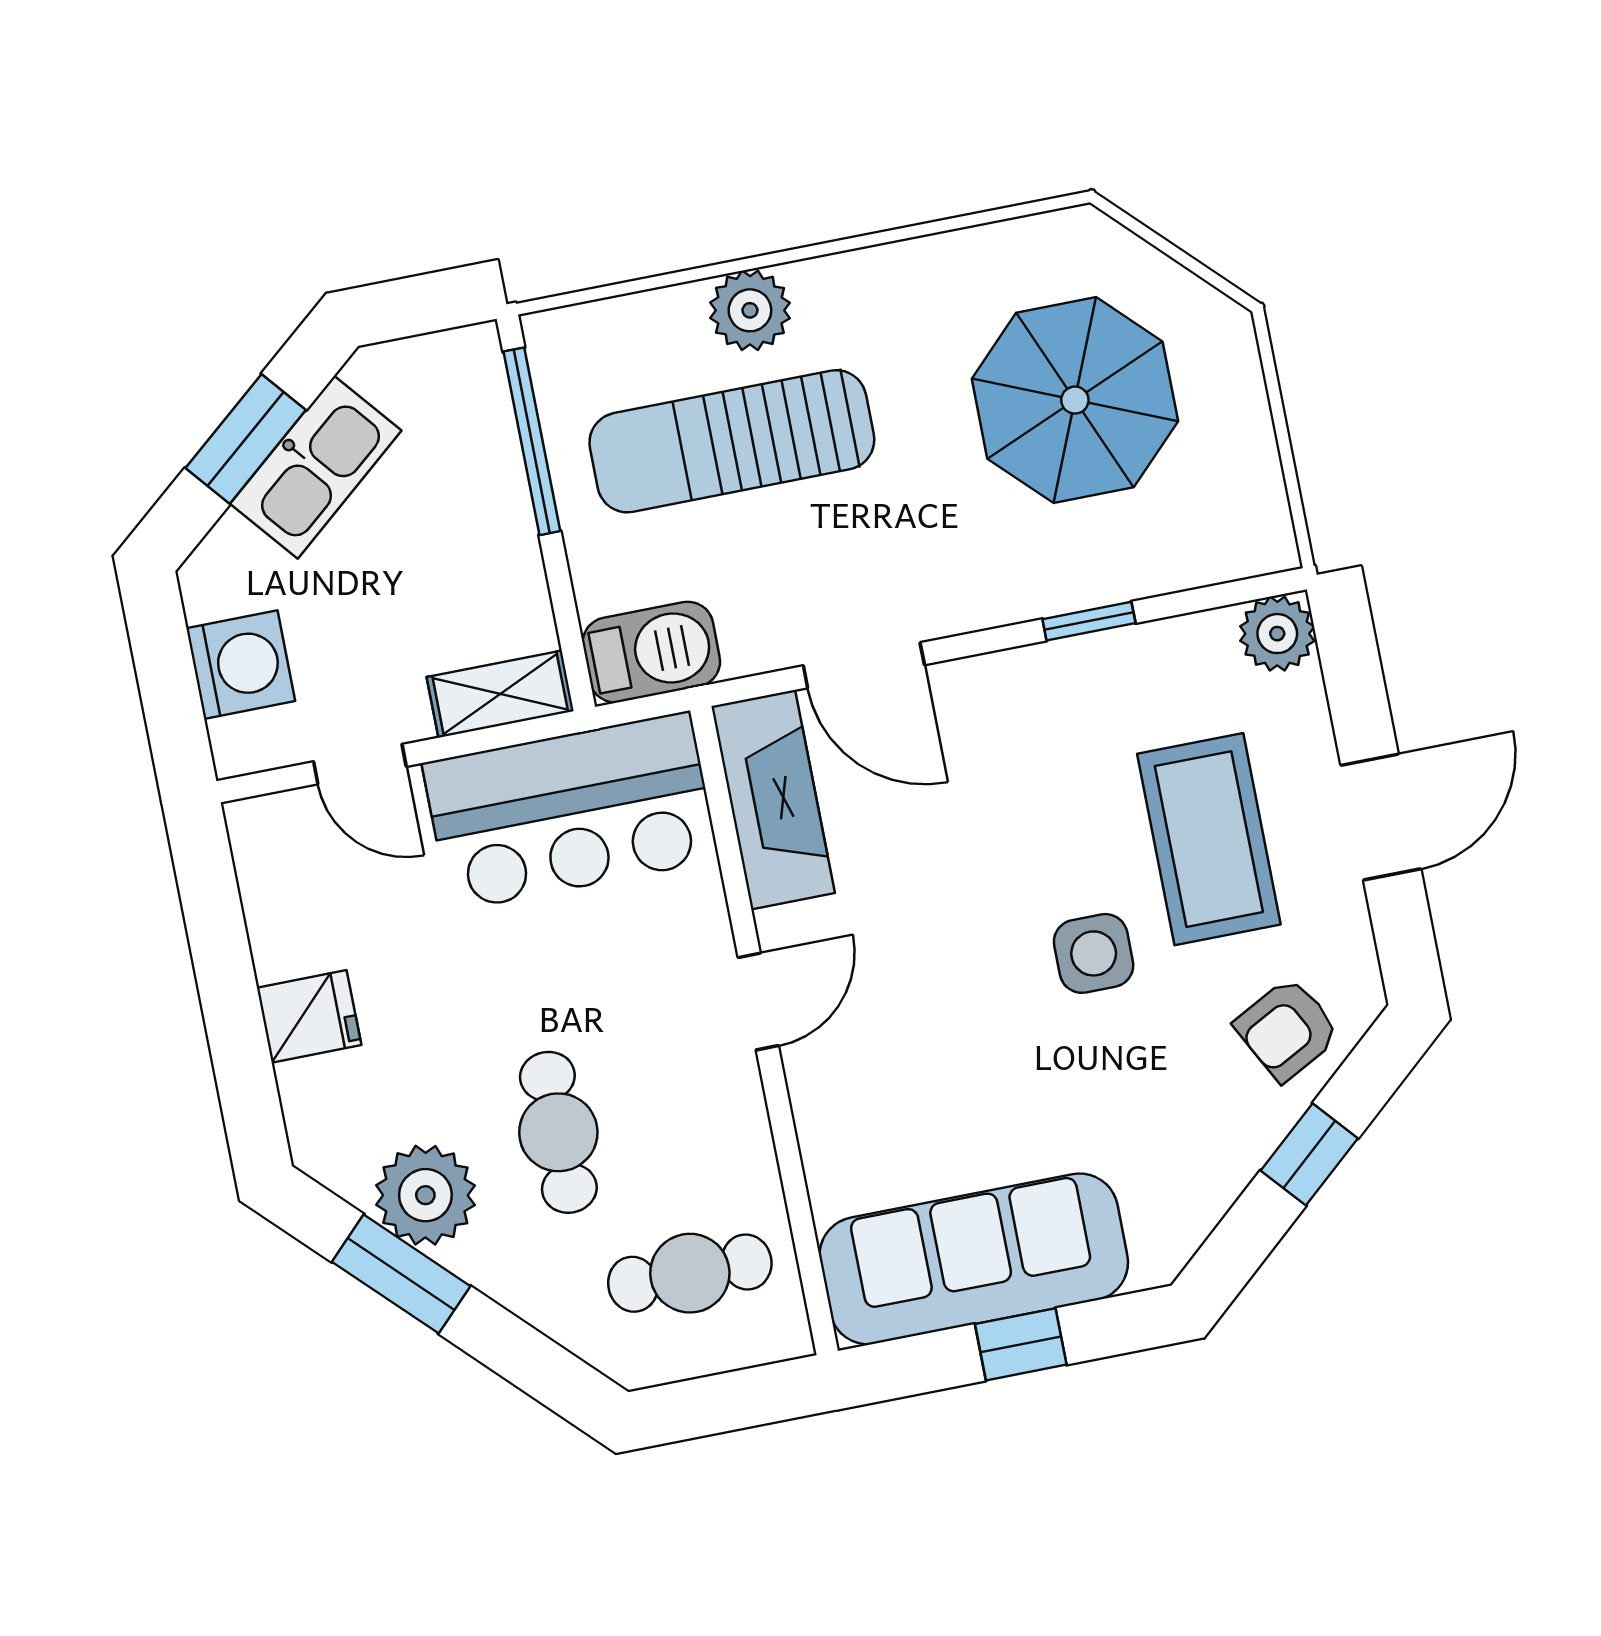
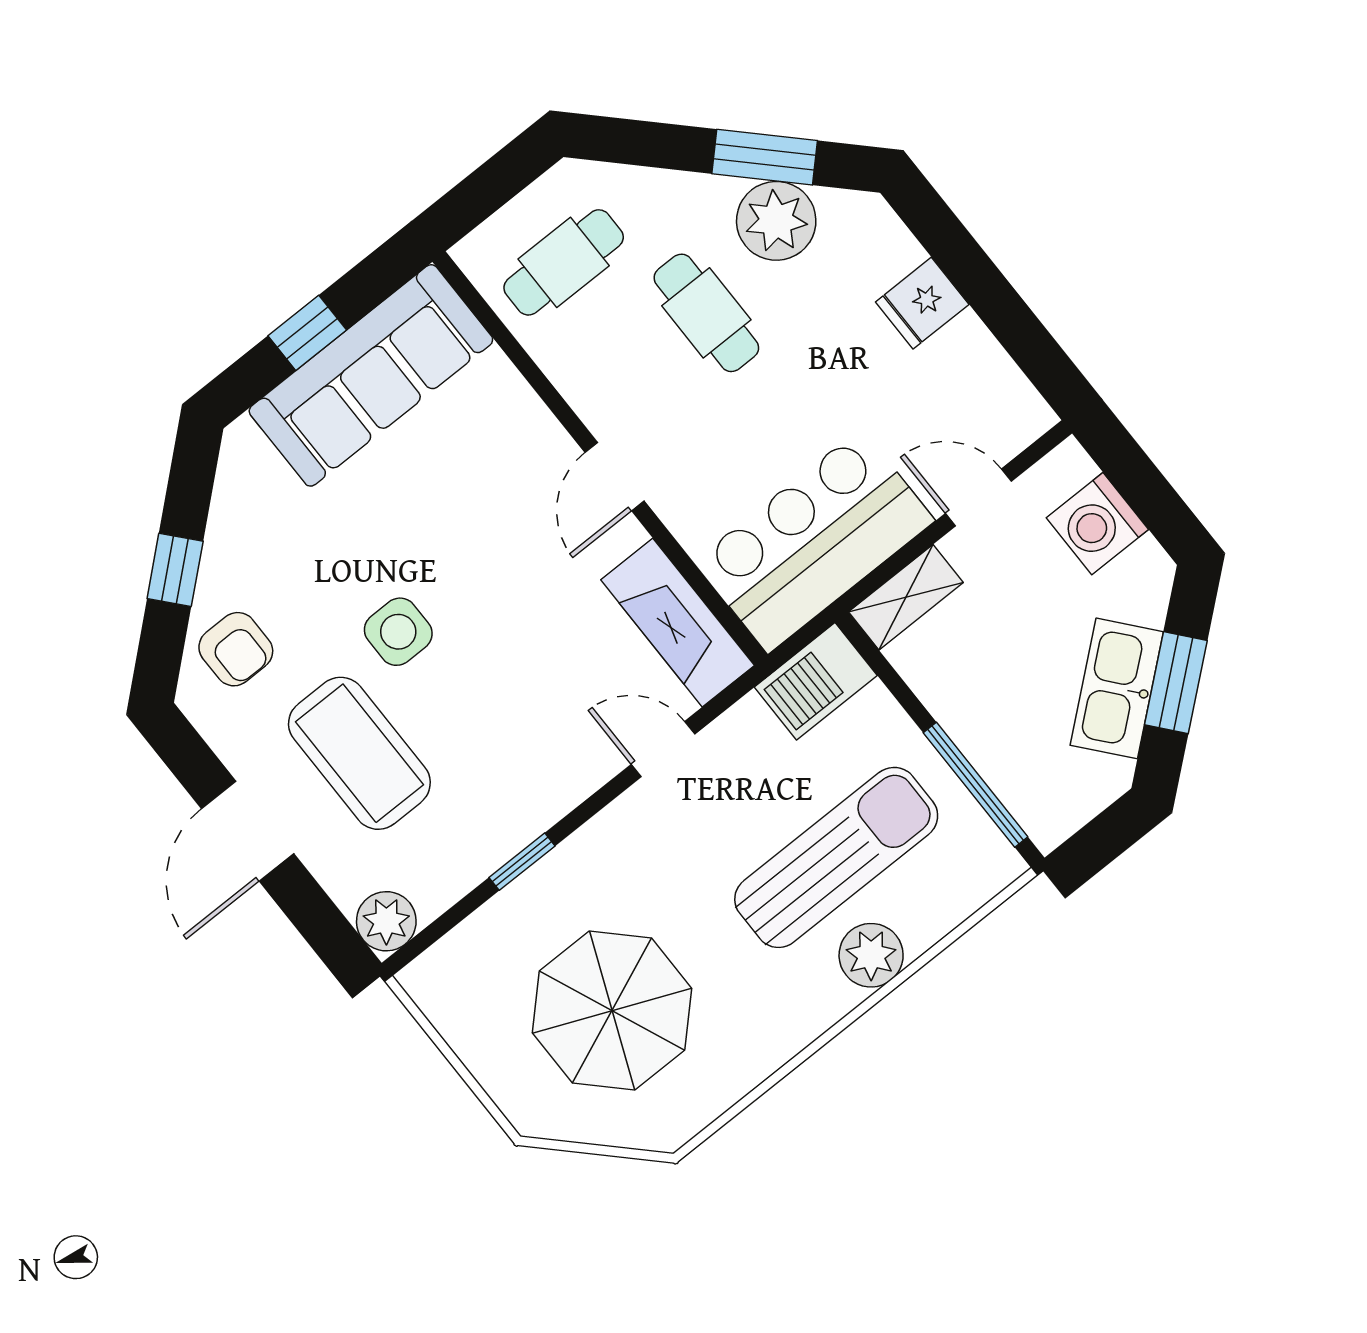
door: (864, 665) -> (663, 749), width x0.73
armchair: (1287, 1029) -> (236, 649), turned 118

